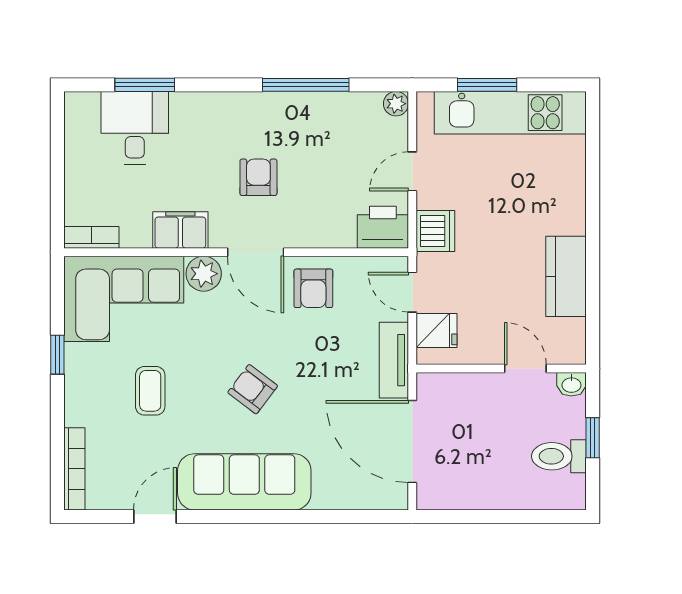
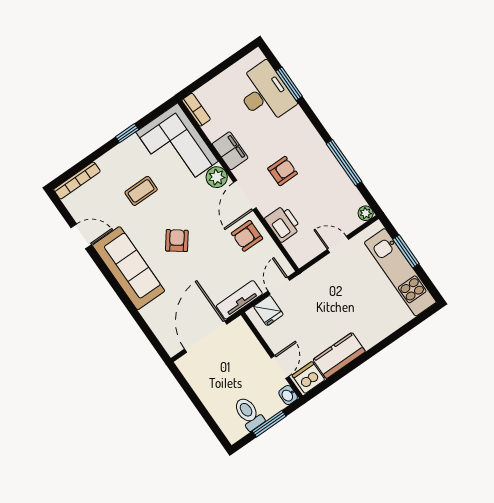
desk: (135, 128) -> (265, 94), width x1.37
printer: (383, 227) -> (283, 224), moved
dishwasher: (435, 231) -> (308, 378), moved, turned 180
window: (593, 438) -> (269, 424), width x1.50

